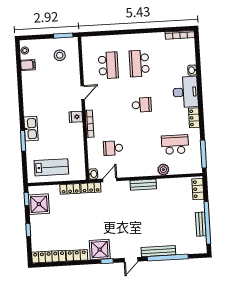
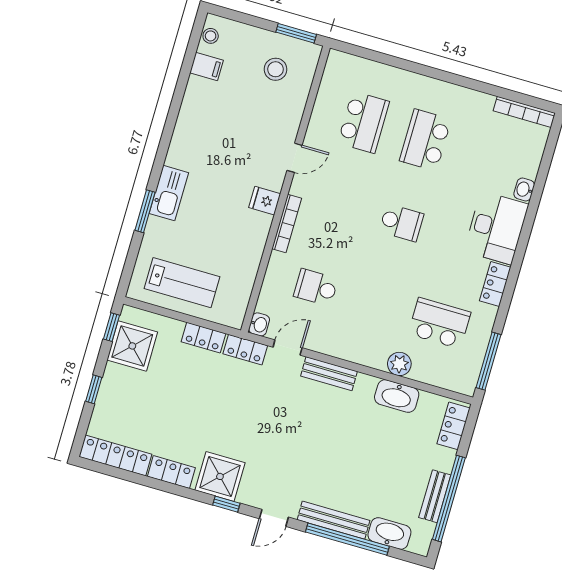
bench: (143, 185) -> (329, 374), moved
washbasin: (167, 185) -> (397, 396), added
washbasin: (186, 248) -> (389, 533), added

